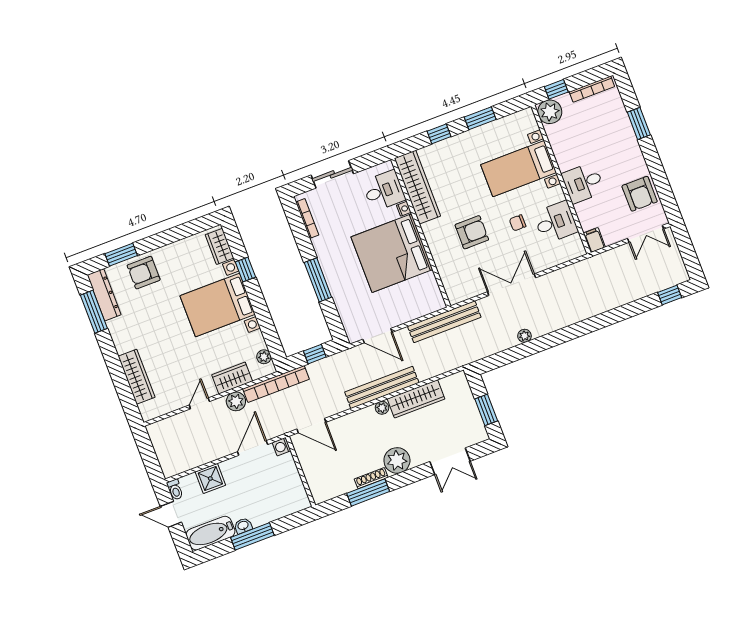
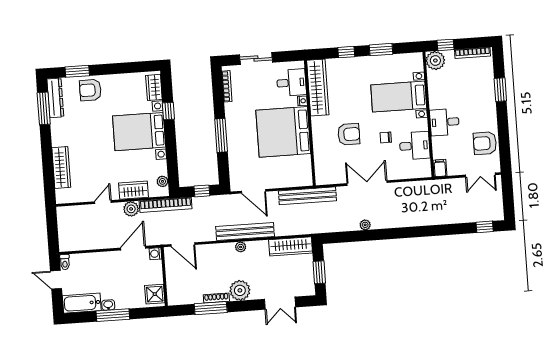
armchair: (640, 194) -> (485, 143), turned 90
wardrobe: (416, 399) -> (291, 246), moved
shower: (210, 478) -> (155, 294), moved

